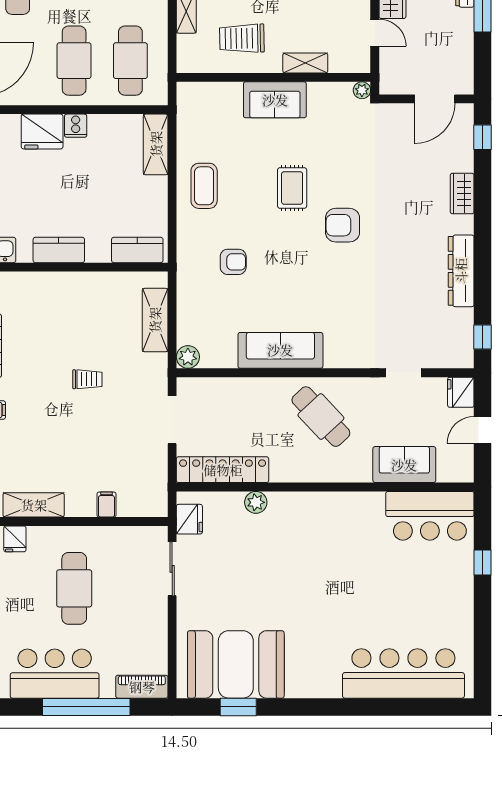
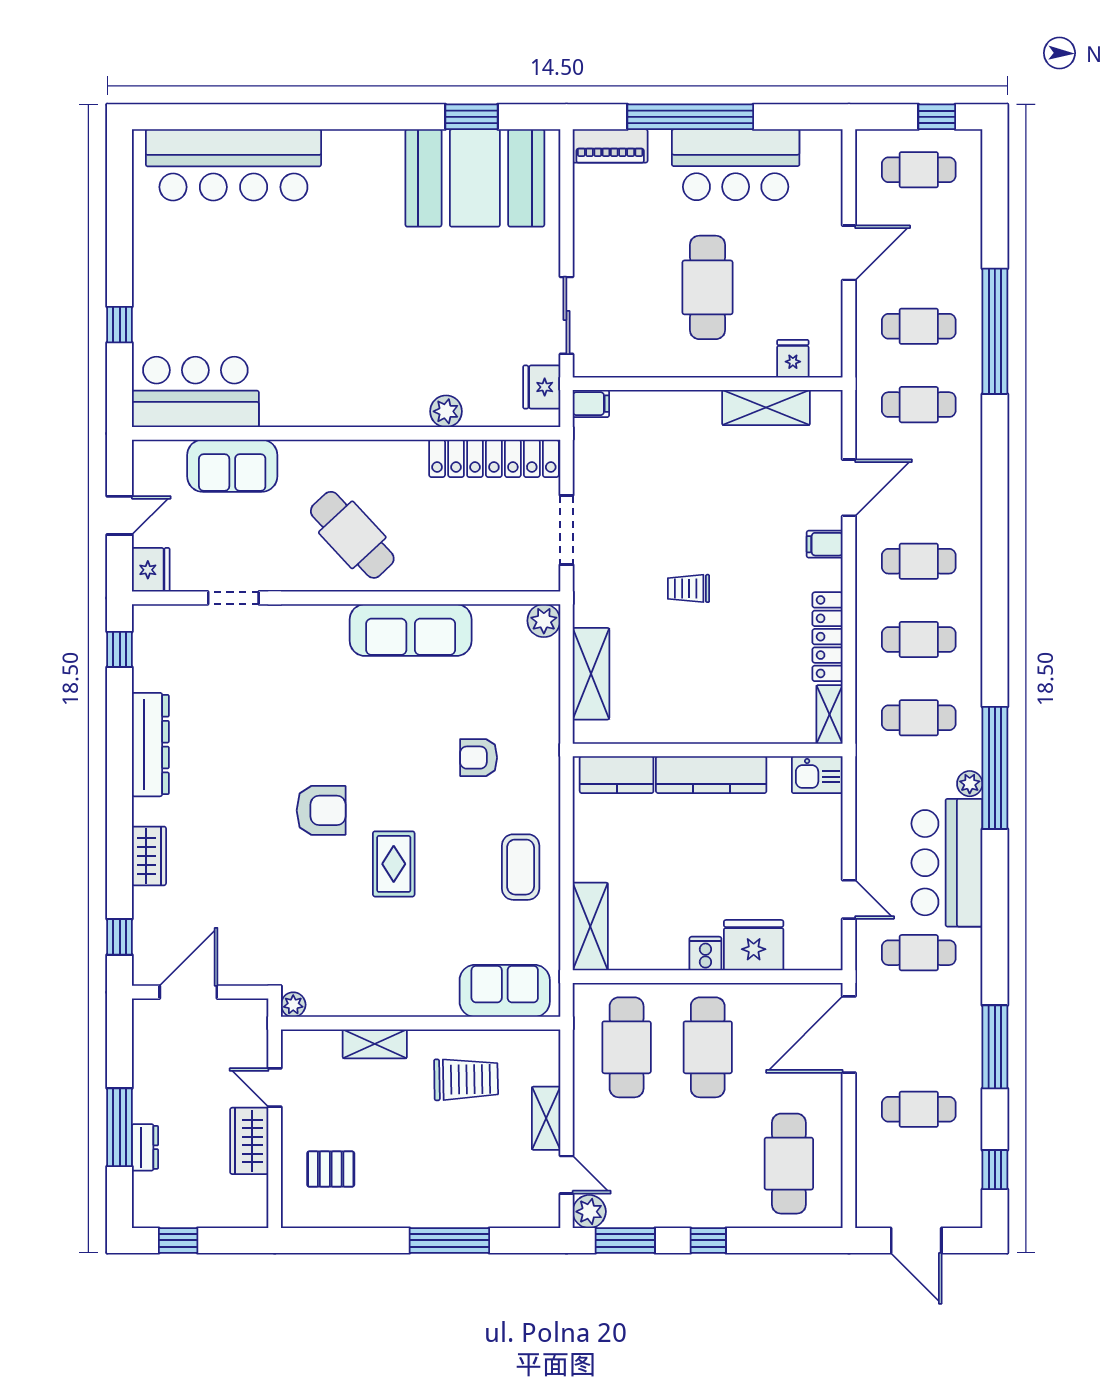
sofa: (275, 100) -> (505, 991), moved
kitchen counter: (59, 250) -> (711, 775), width x1.50
filing cabinet: (106, 505) -> (591, 404), moved, turned -90

